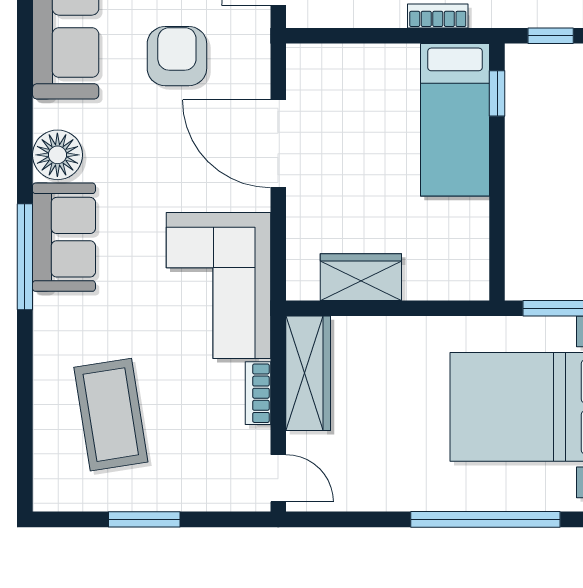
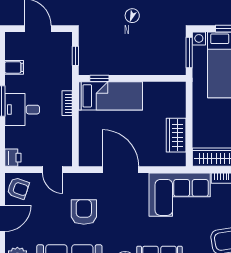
armchair: (177, 56) -> (84, 212), turned 90
door: (278, 144) -> (121, 170), swing flipped

